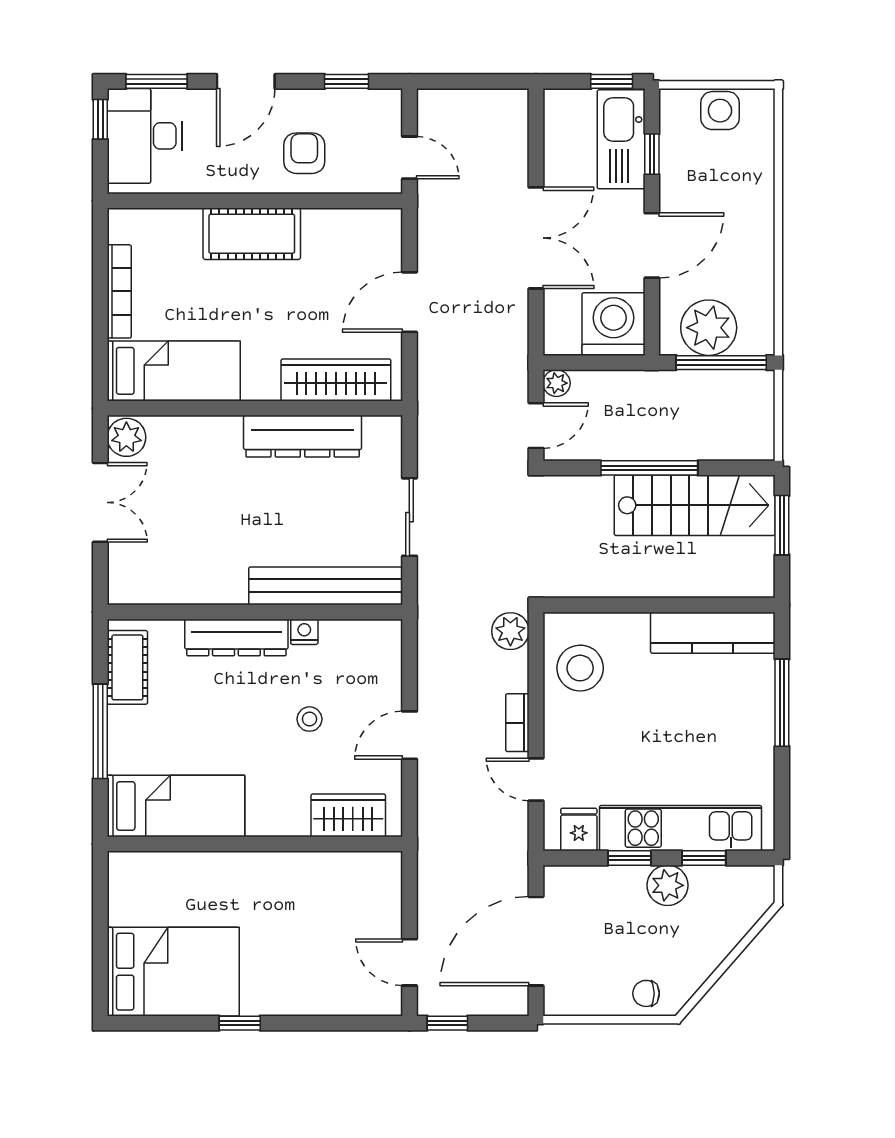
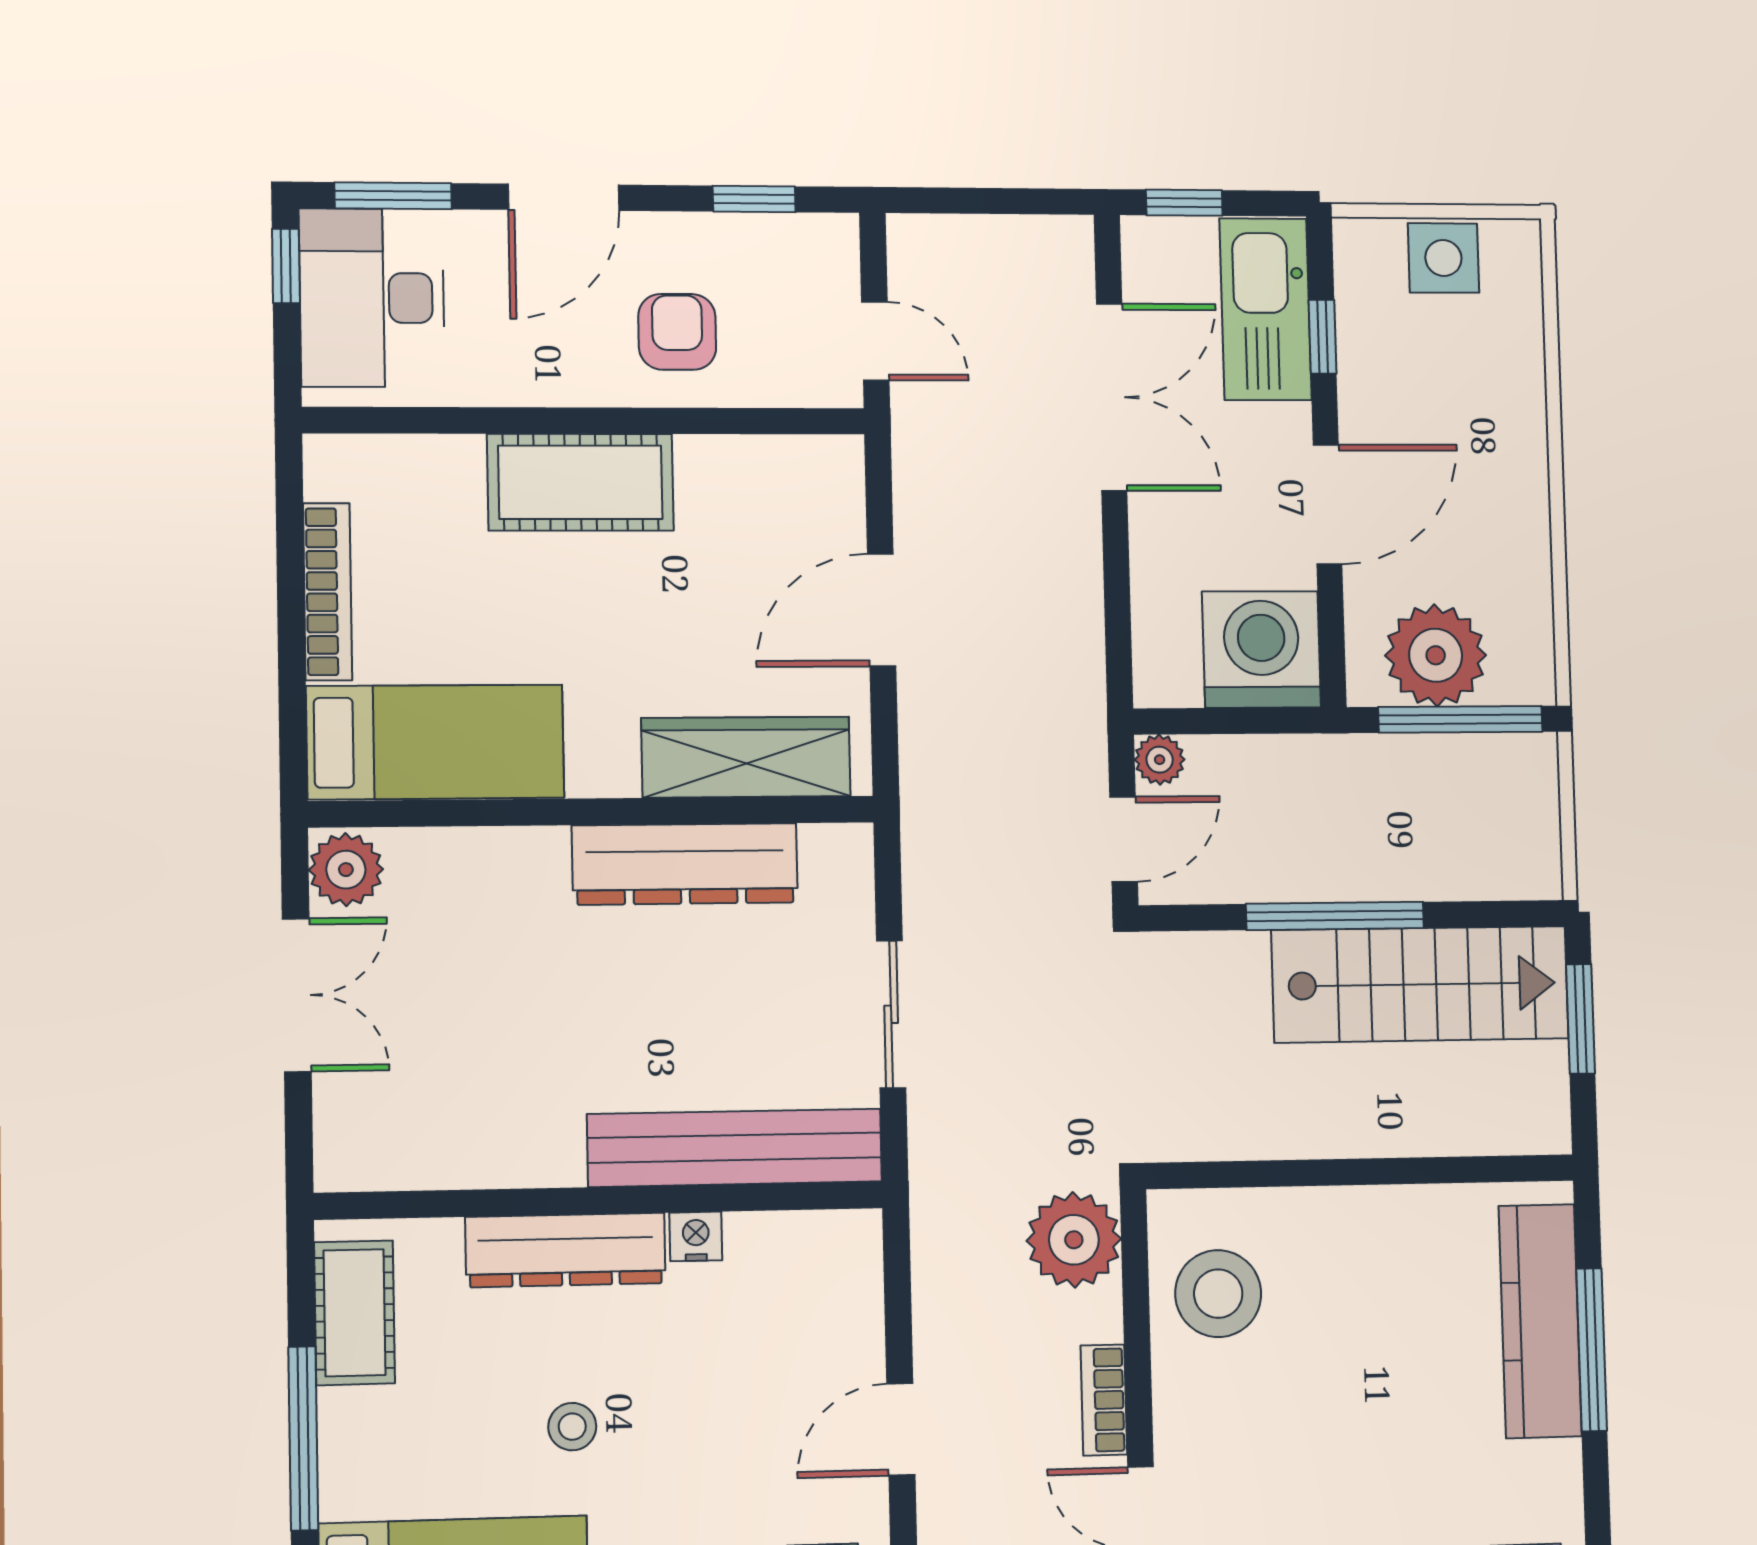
window: (612, 81) -> (1184, 203), moved
double door: (536, 238) -> (1112, 397), moved
plant: (510, 631) -> (1074, 1240), width x1.36, depth x1.36
kitchen counter: (713, 633) -> (1540, 1321), moved, turned 90
stool: (310, 719) -> (572, 1427), moved

